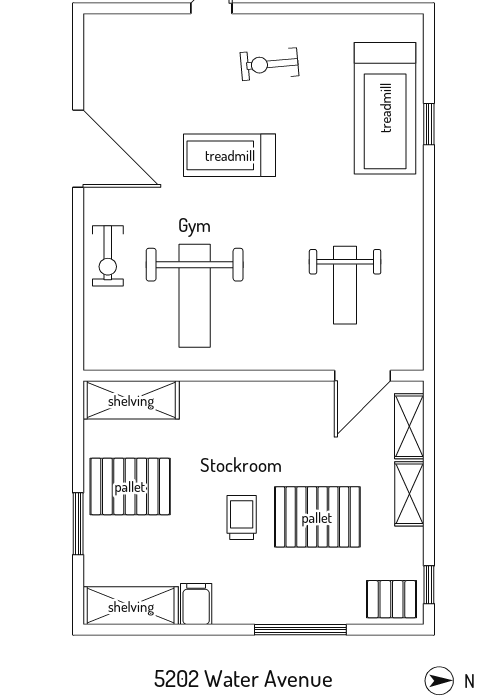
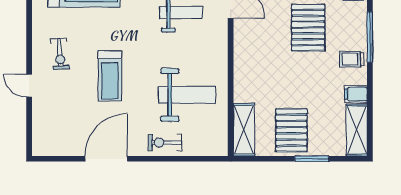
exercise bike: (108, 256) -> (165, 143), turned 180
trolley: (242, 517) -> (352, 59), moved

